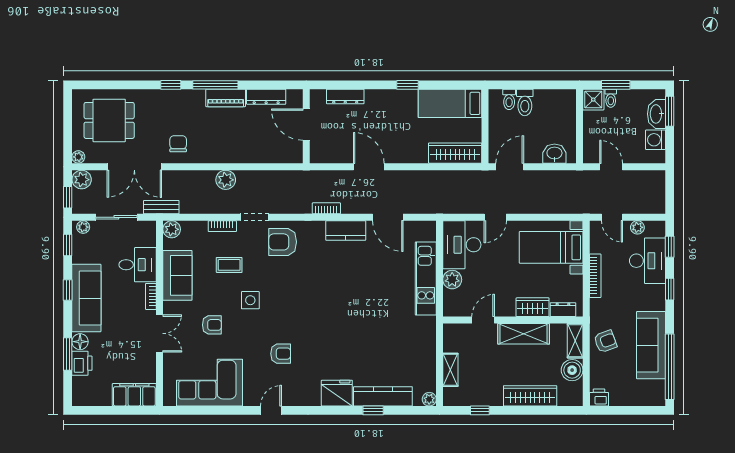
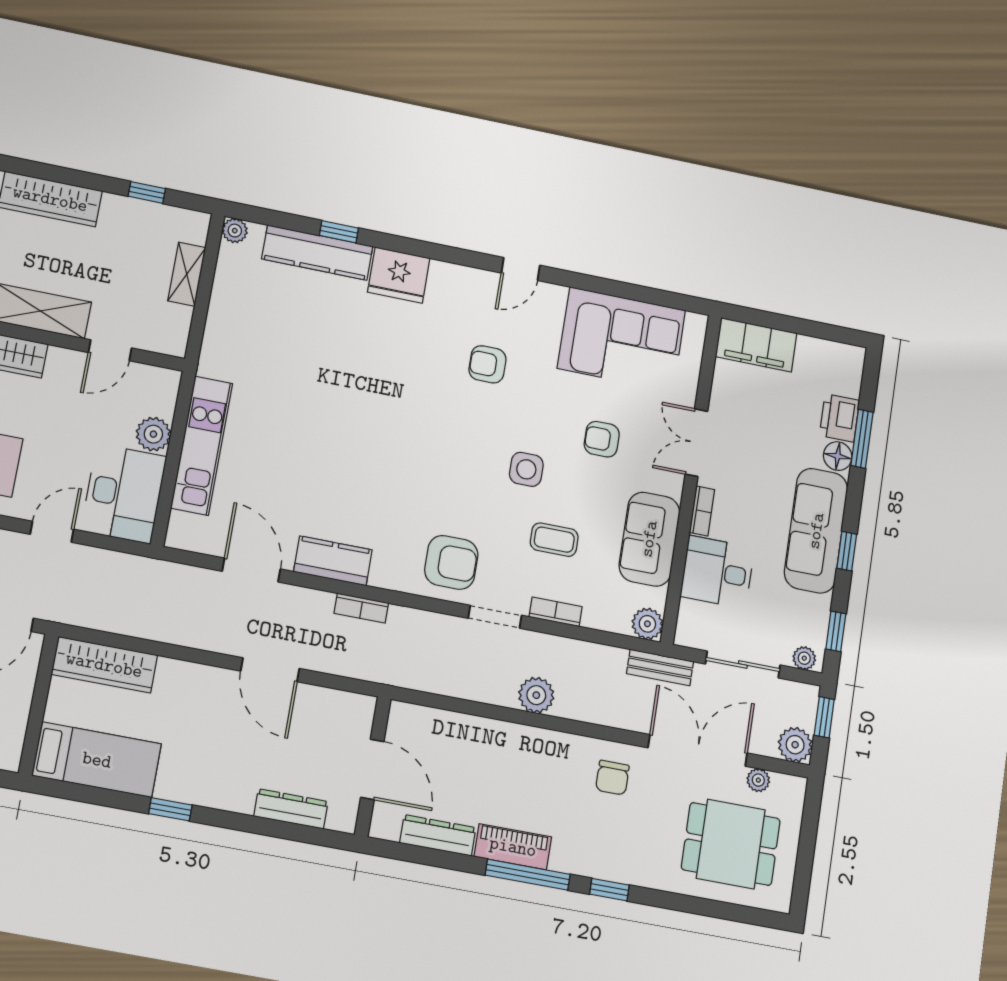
plant: (78, 157) -> (758, 780), moved

